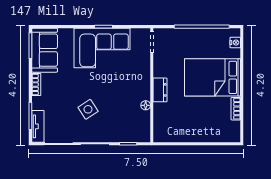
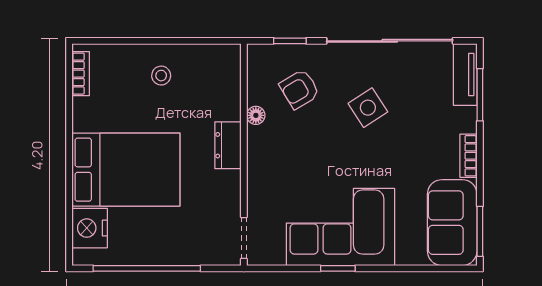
nightstand: (235, 43) -> (90, 228), width x1.89, depth x1.79
bookcase: (236, 109) -> (81, 74), moved
armchair: (123, 119) -> (299, 89), added
stool: (194, 126) -> (161, 76), added

